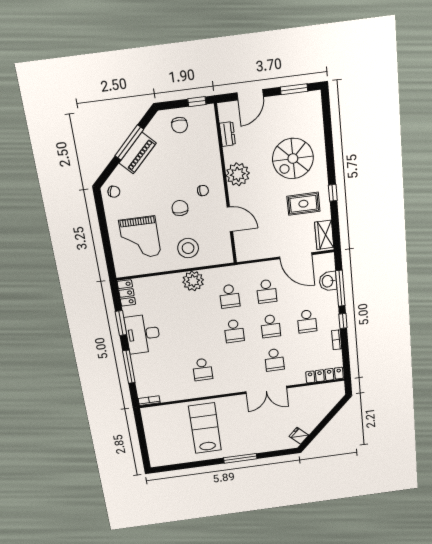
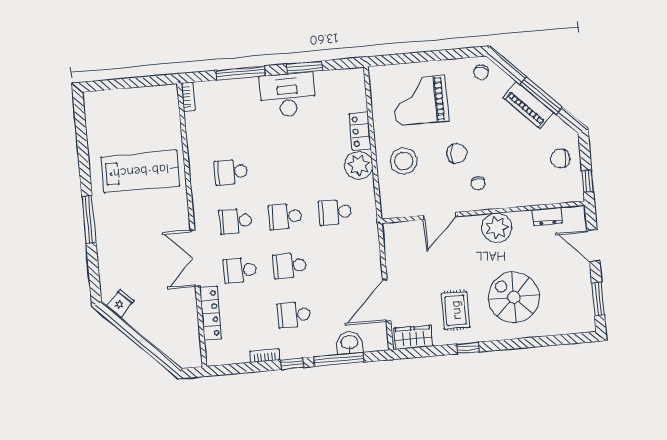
school desk: (267, 291) -> (235, 221), moved
locker: (126, 293) -> (360, 131), moved, turned 90
locker: (325, 375) -> (210, 313), moved

